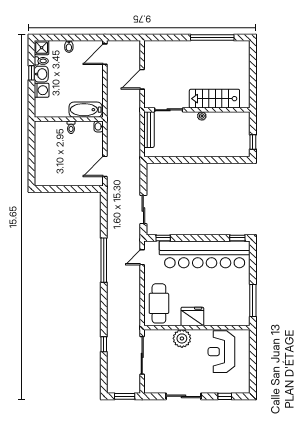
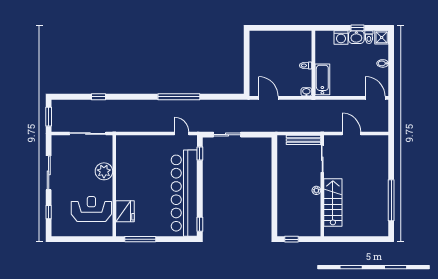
cafe table: (159, 303) -> (137, 149), removed
fridge: (192, 316) -> (125, 211), moved

